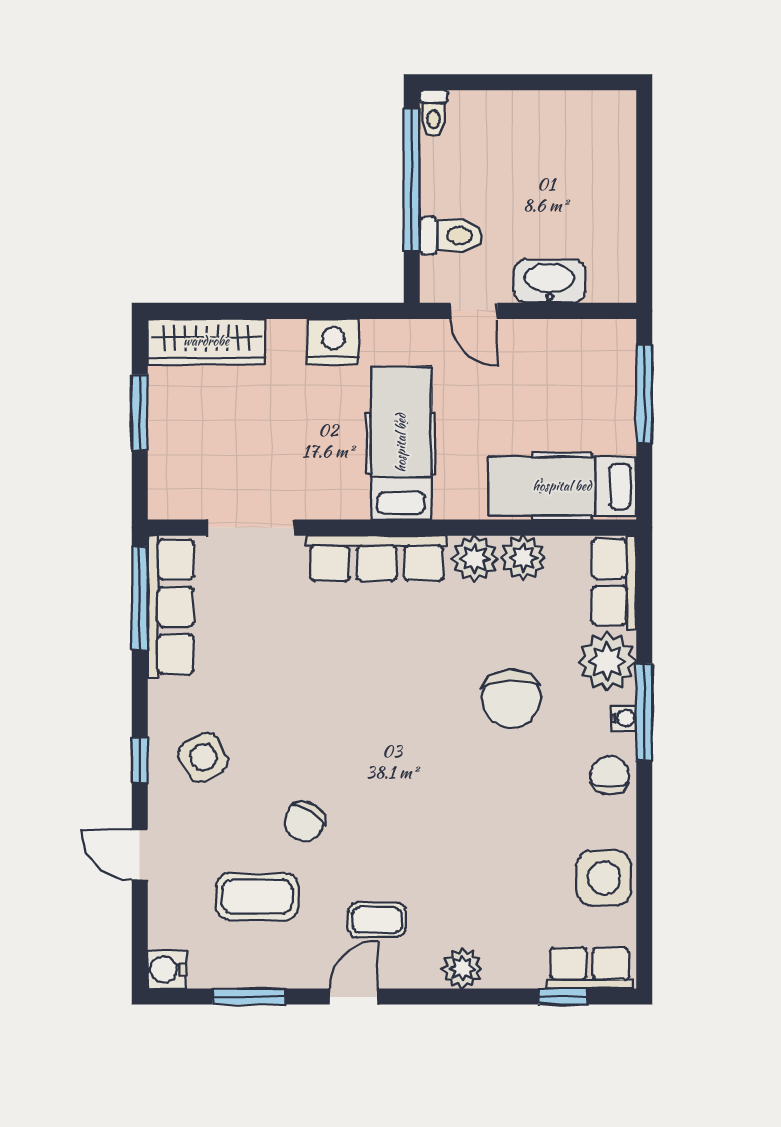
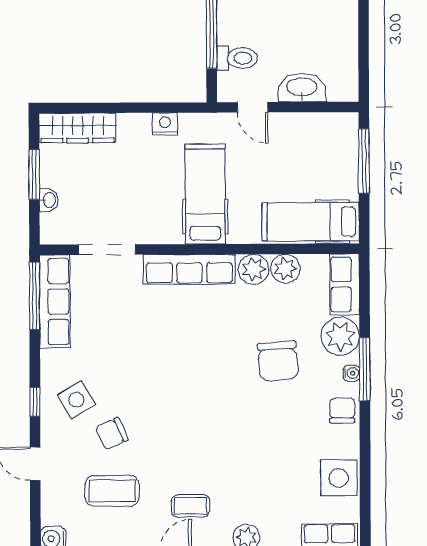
nightstand: (333, 342) -> (165, 124), width x0.74, depth x0.75
washbasin: (162, 451) -> (49, 200), added
chair: (304, 821) -> (112, 434), moved, turned 33

